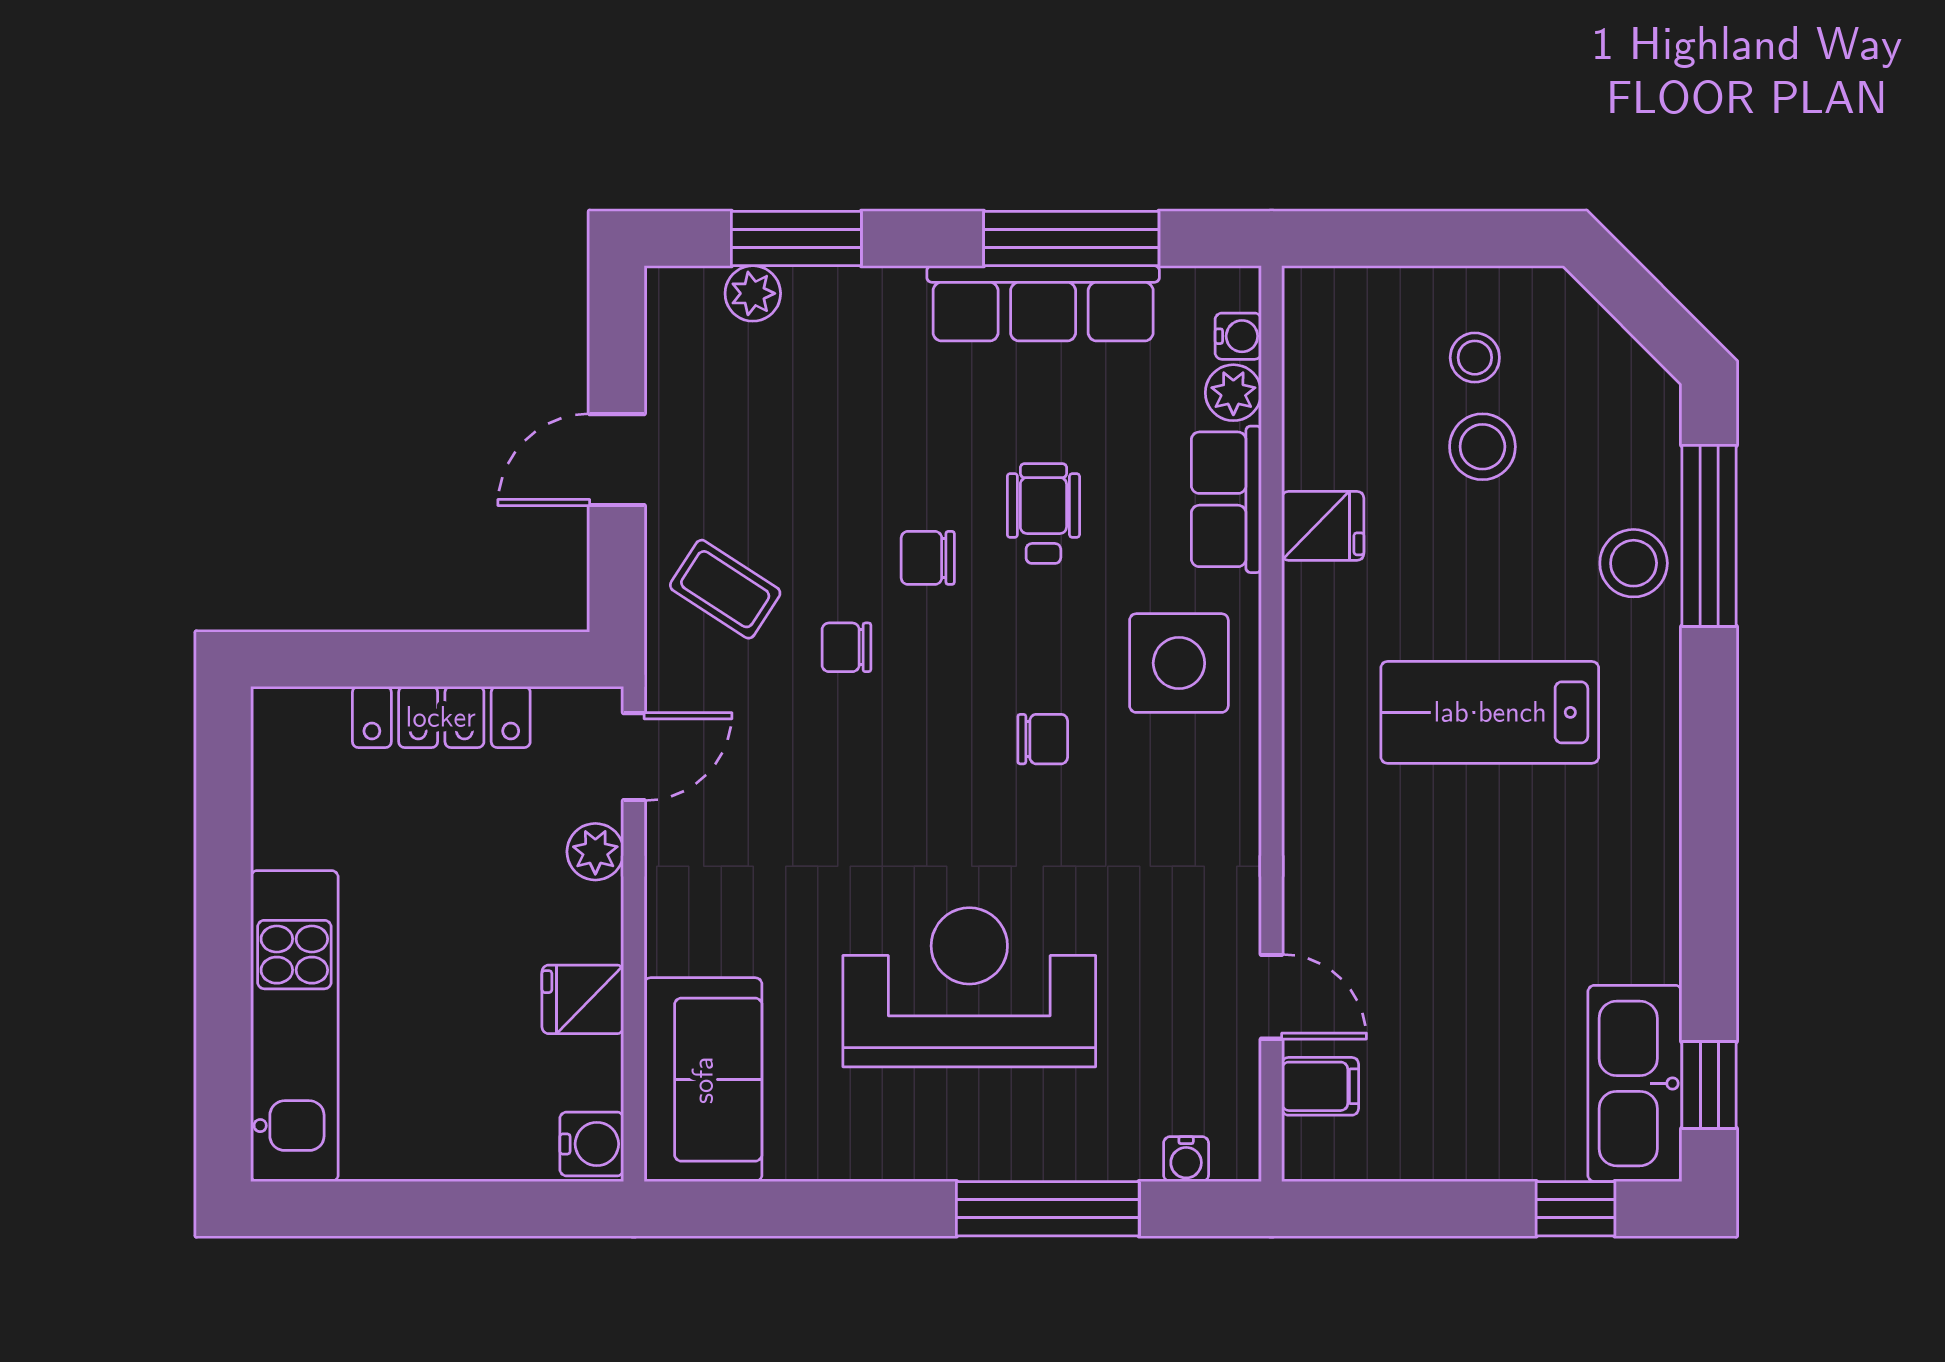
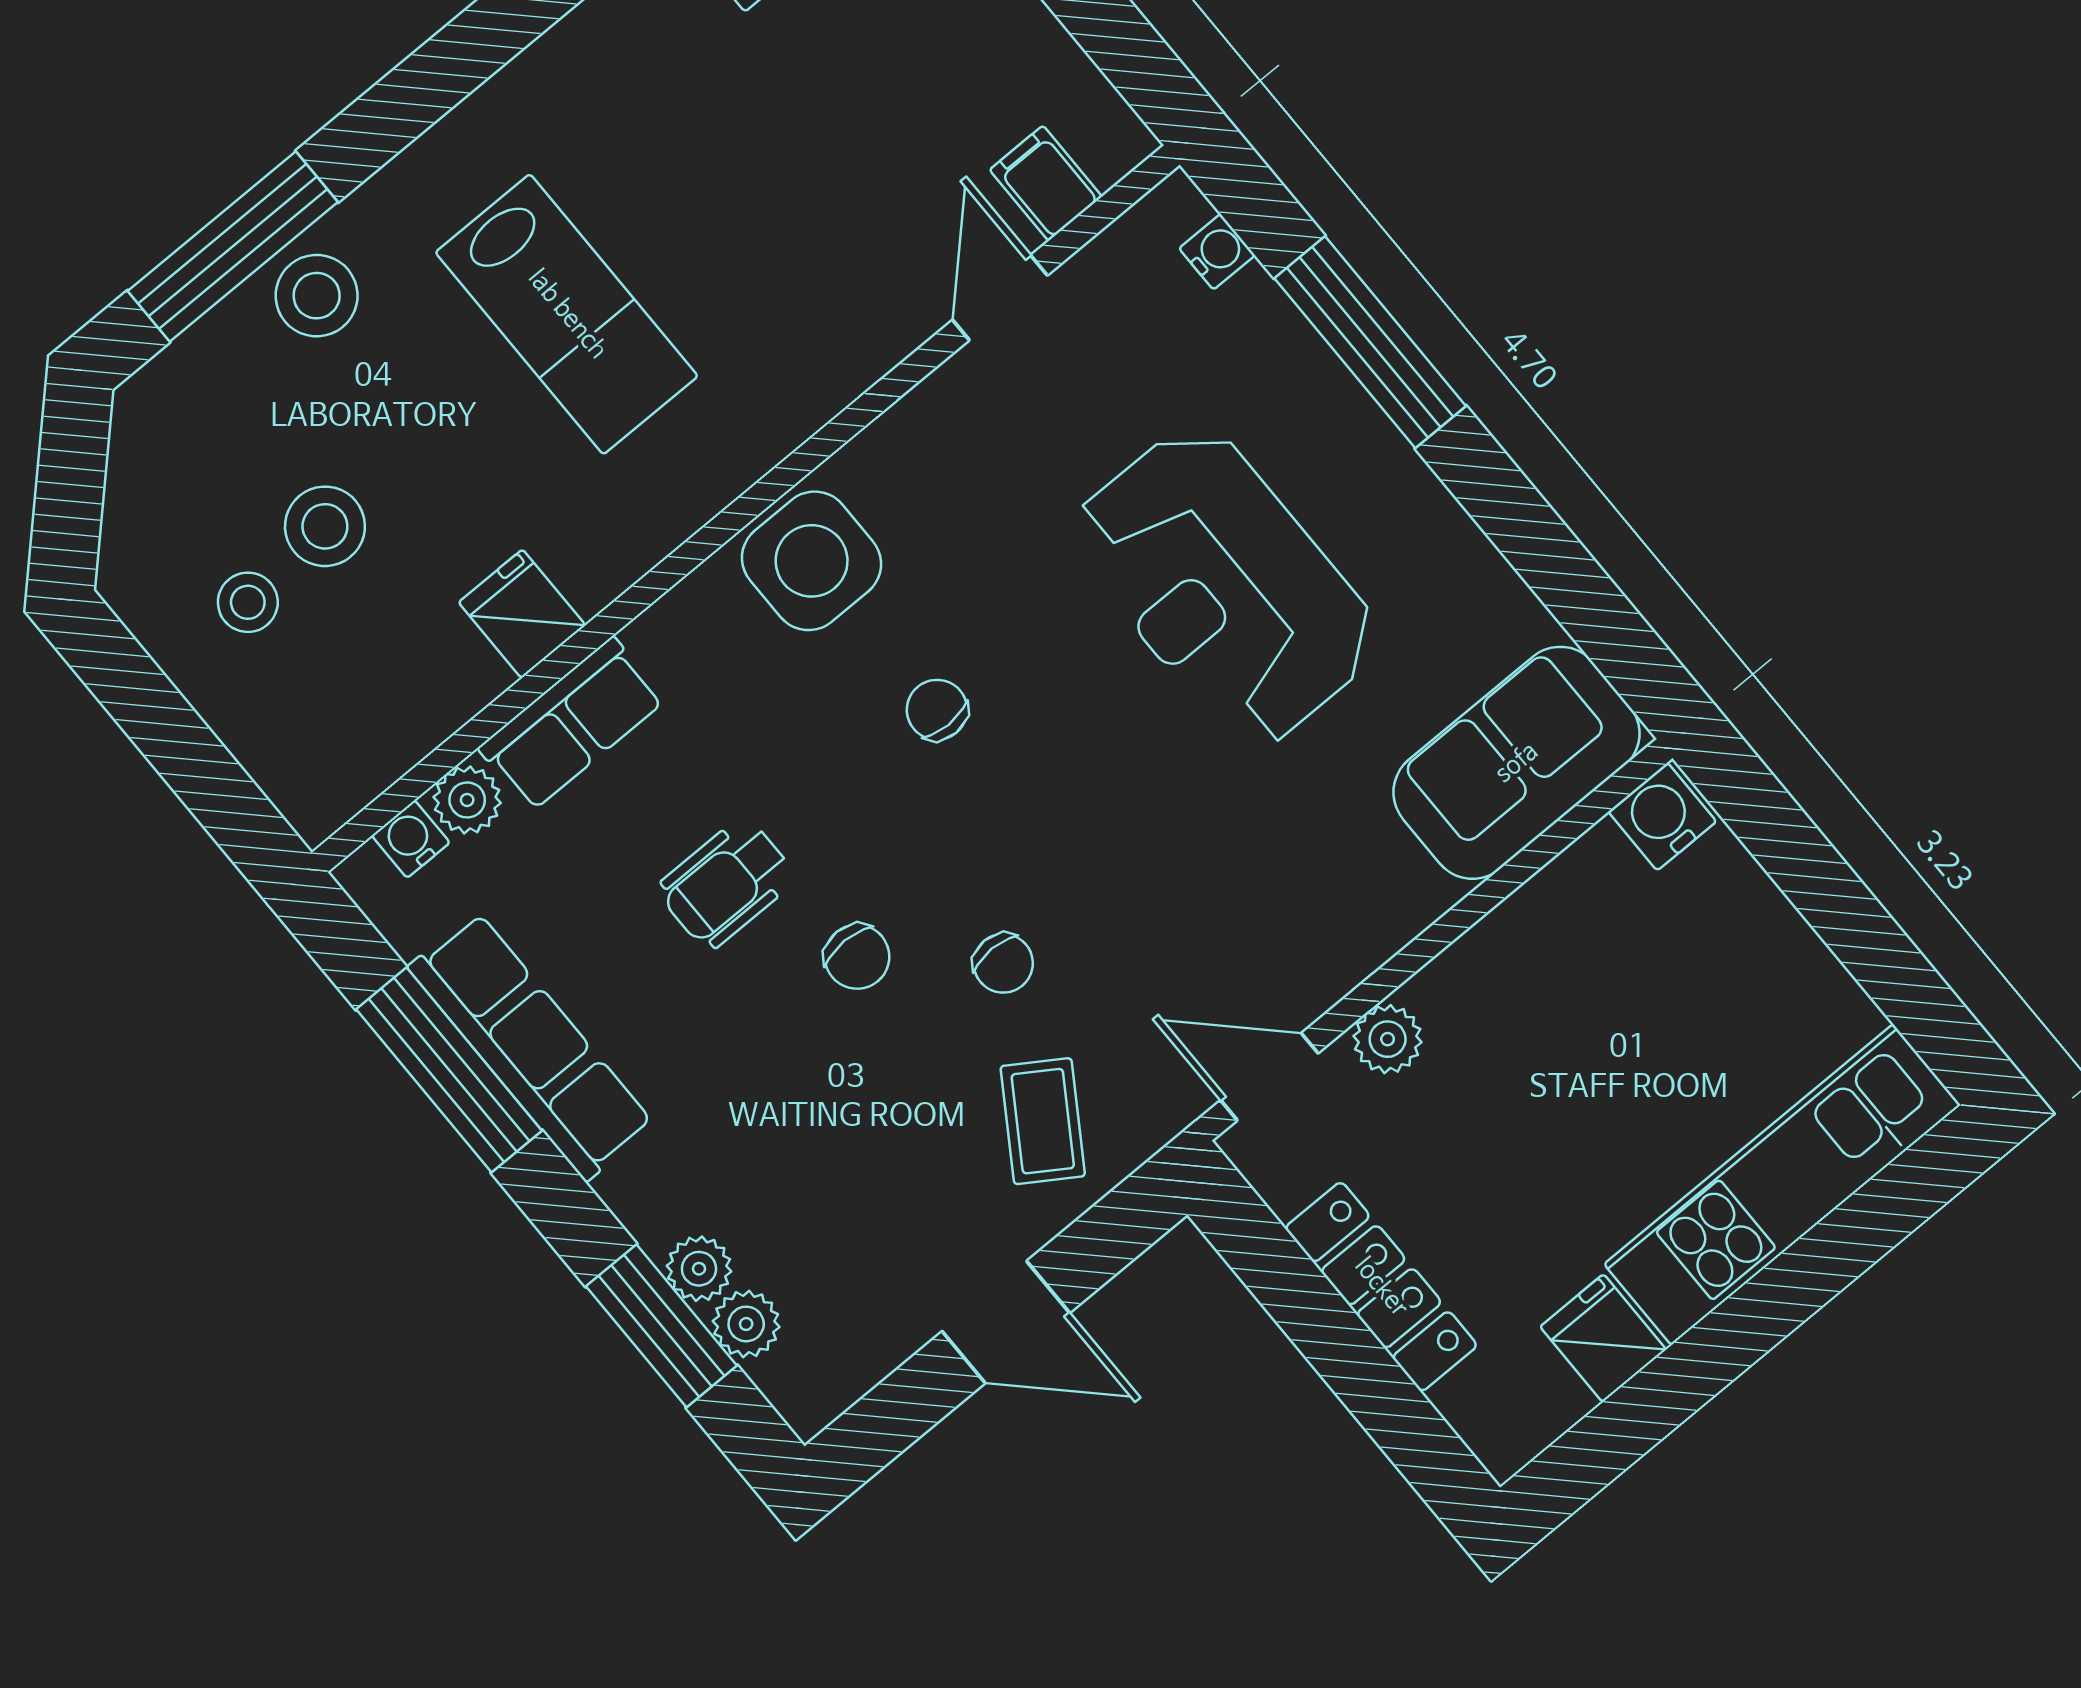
plant: (813, 293) -> (699, 1269), added
side table: (1179, 663) -> (812, 561), moved
fridge: (583, 999) -> (1603, 1338), moved, turned 180

